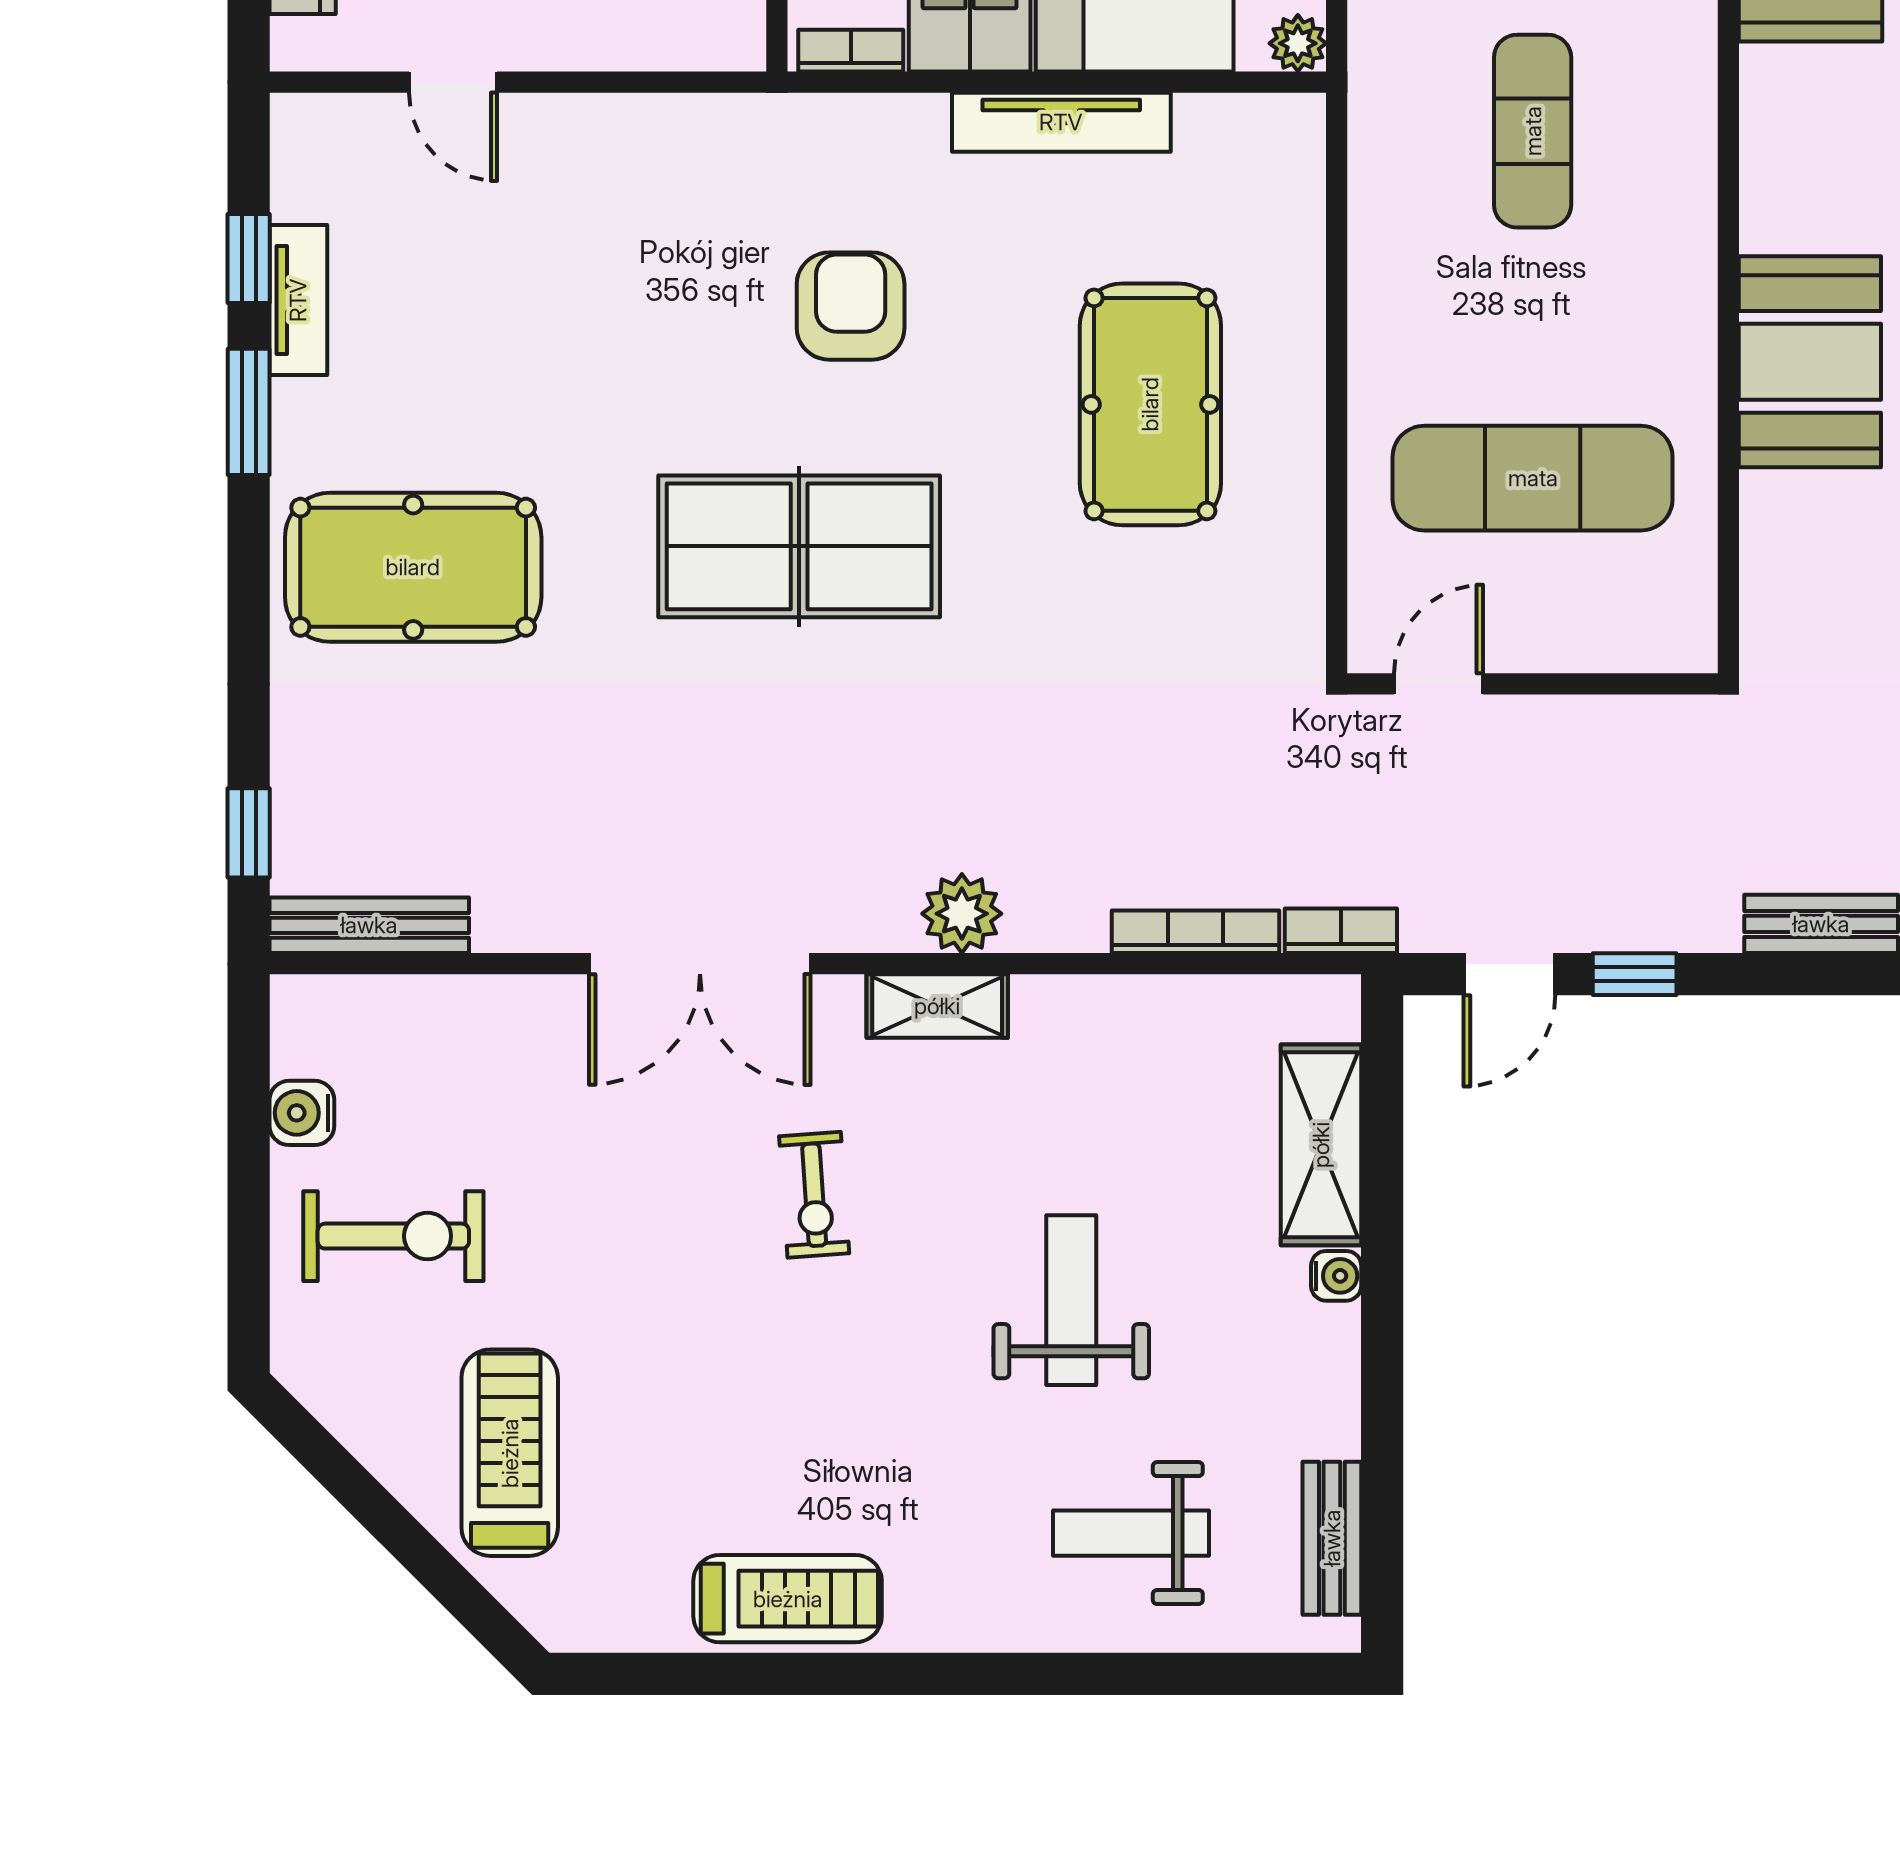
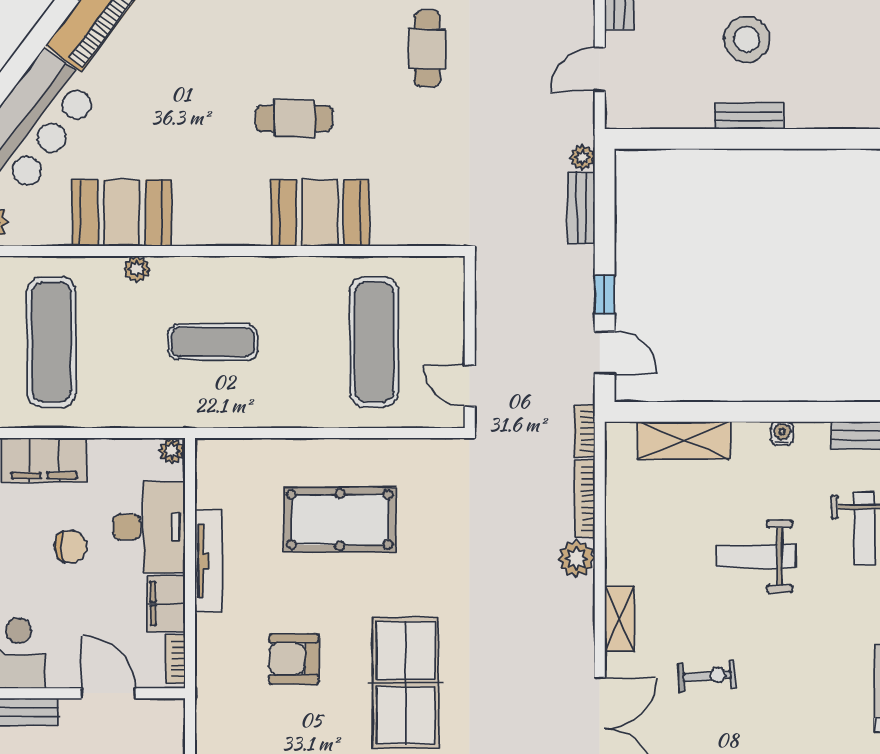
plant: (962, 914) -> (576, 559), moved
water cooler: (1336, 1276) -> (782, 433), moved

